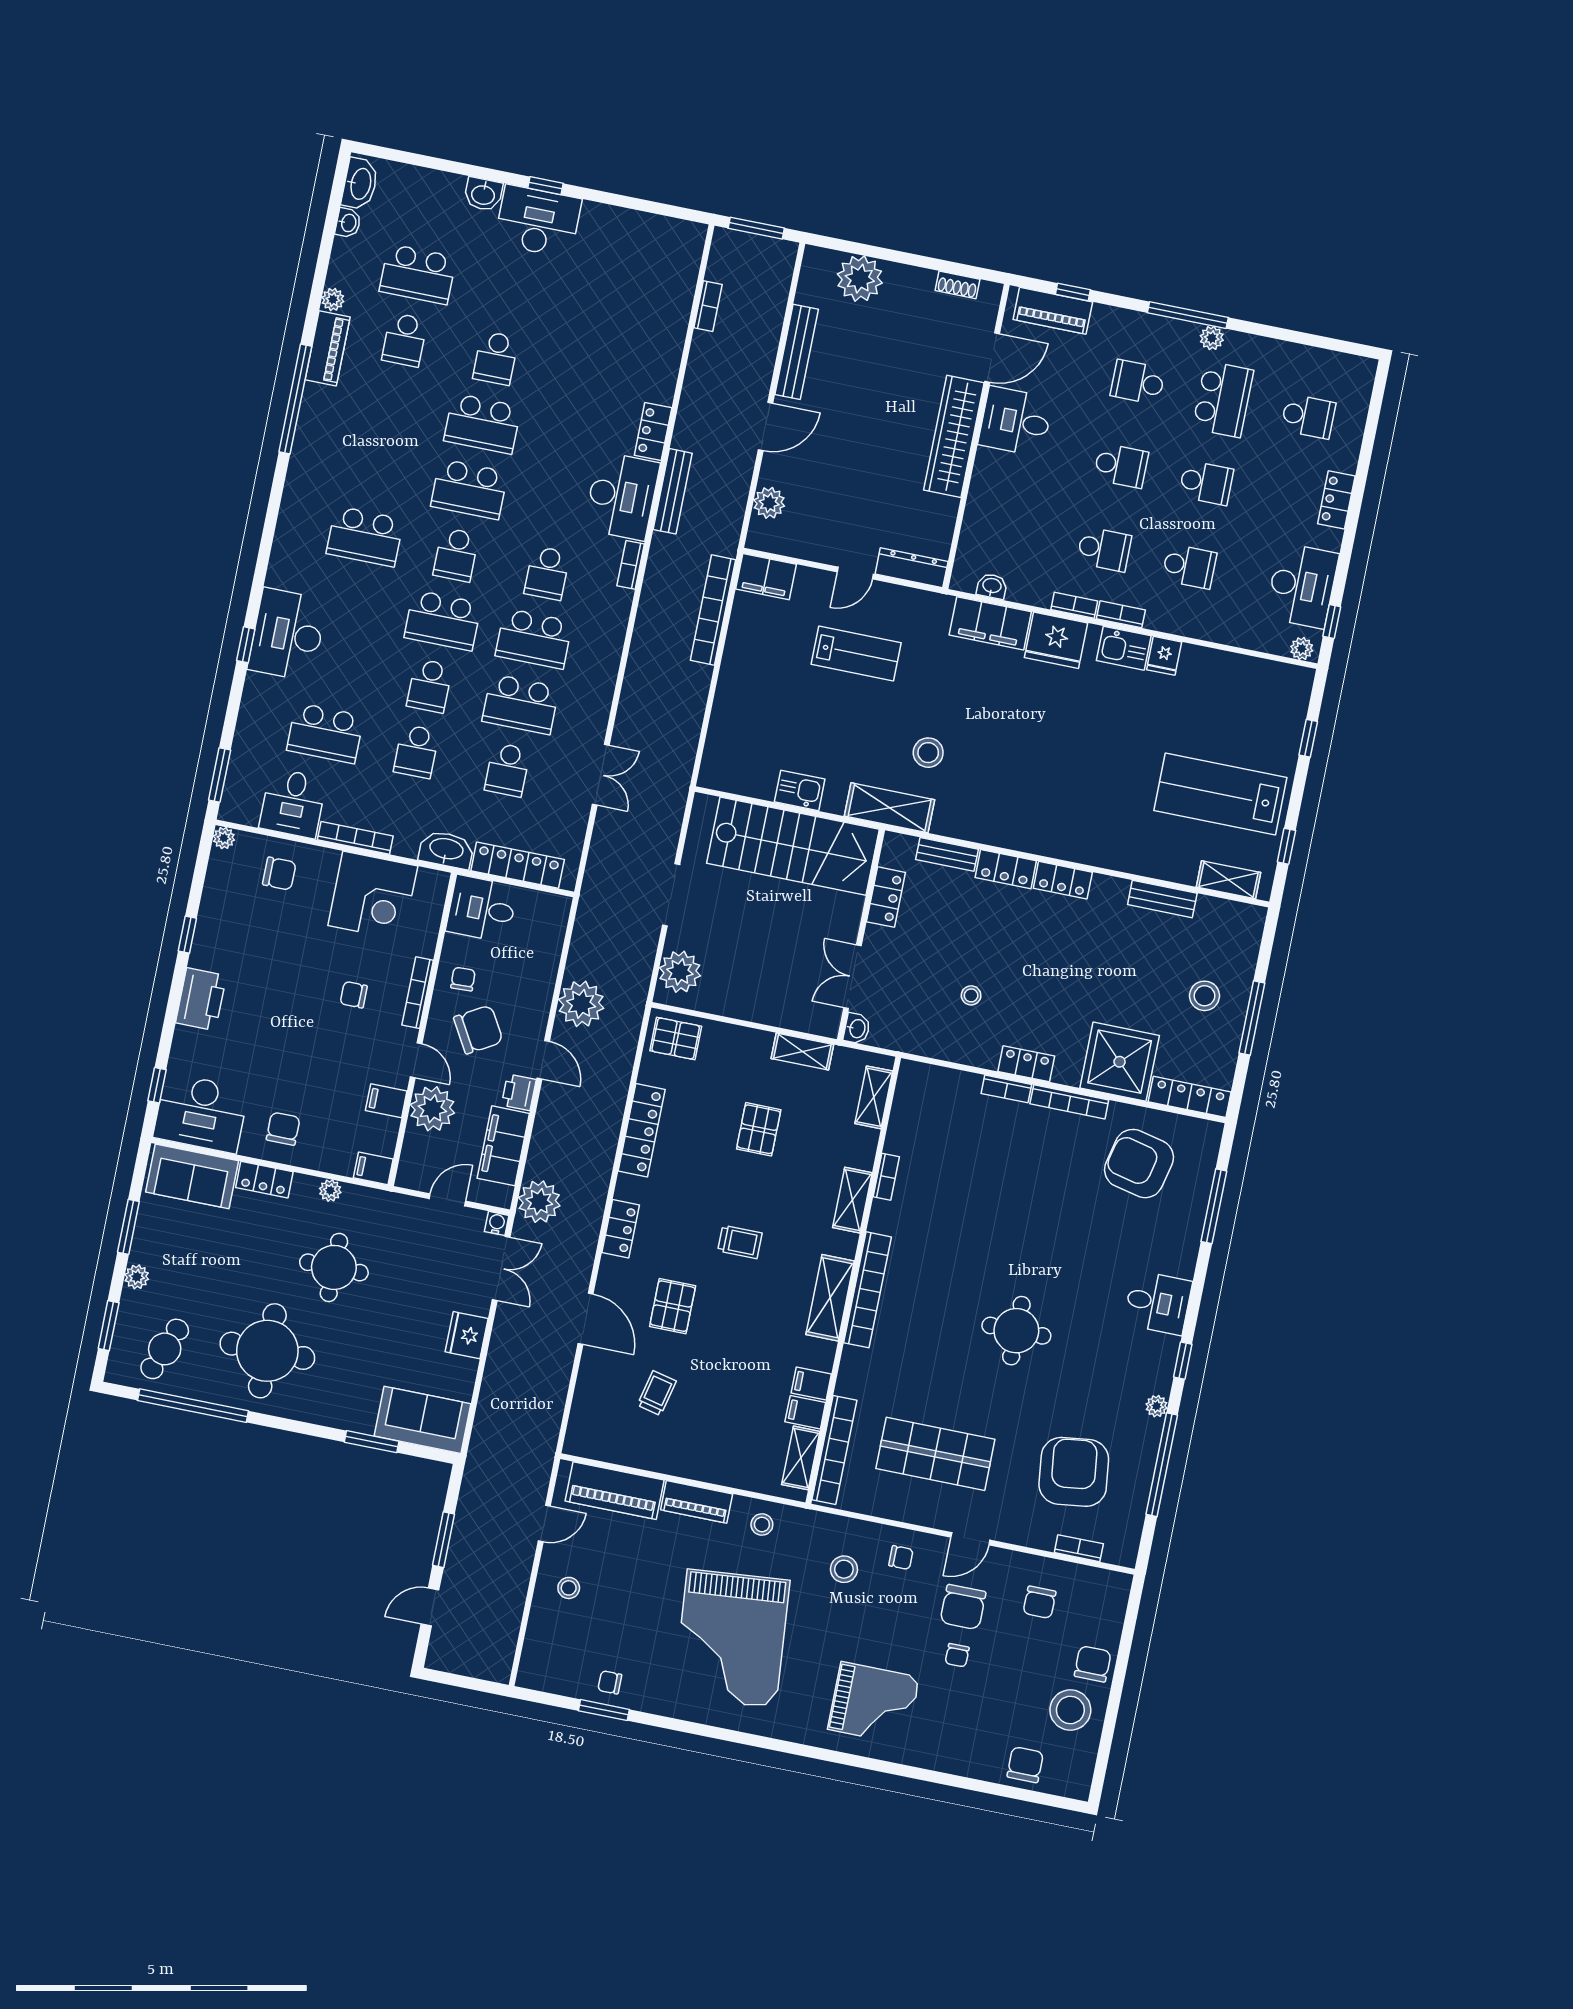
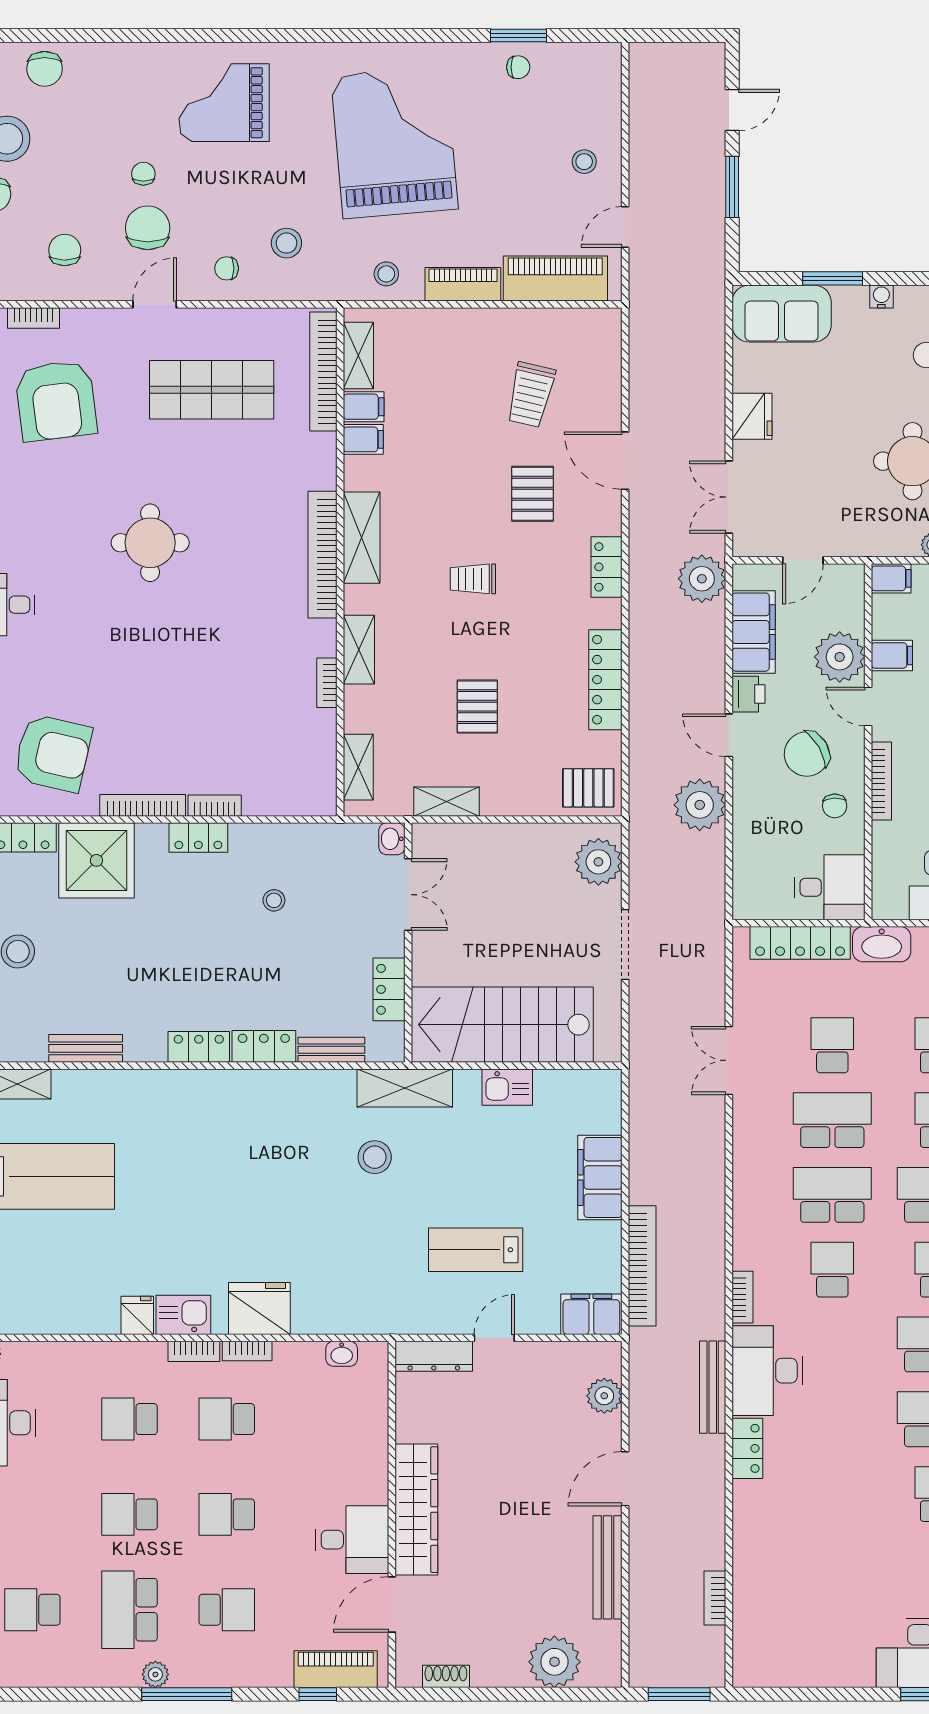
filing cabinet: (990, 623) -> (600, 1177), moved, turned -90
water cooler: (497, 1223) -> (881, 297), moved, turned 180
trolley: (657, 1393) -> (531, 395), width x1.36, depth x1.39

